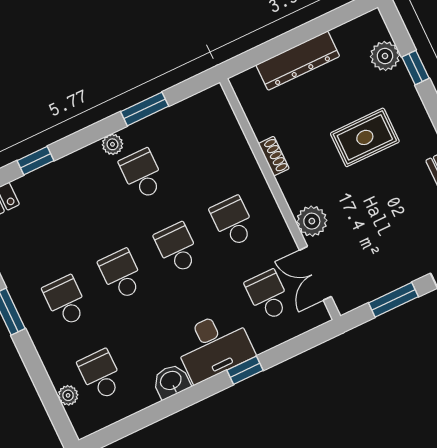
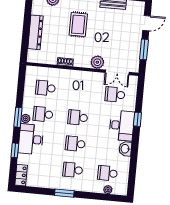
window: (145, 109) -> (18, 117), moved
desk: (77, 180) -> (31, 139), added
school desk: (233, 221) -> (45, 88), moved

